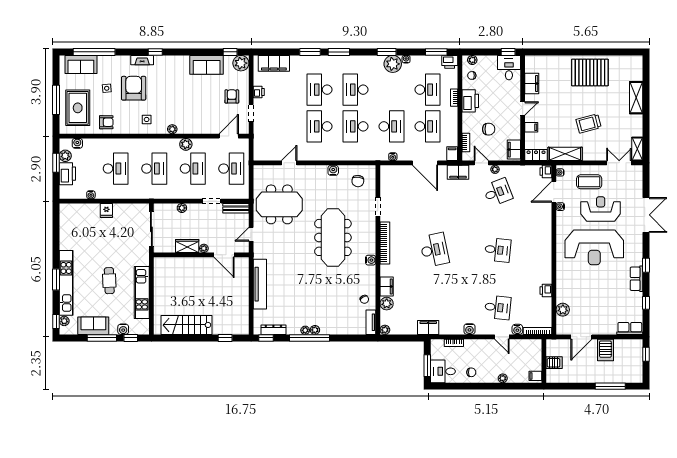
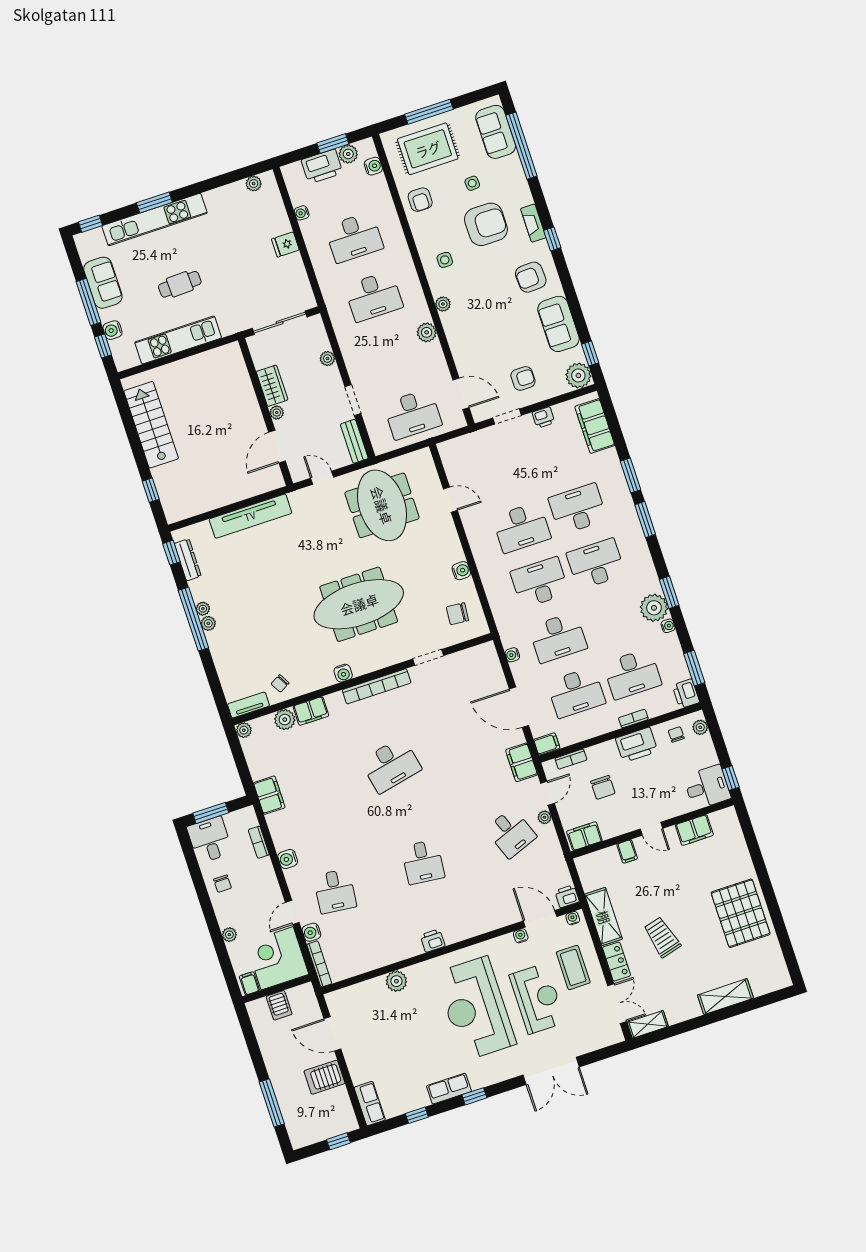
armchair: (174, 72) -> (531, 277), added
desk: (319, 126) -> (522, 527), turned 180
locker: (536, 155) -> (617, 962), moved
door: (425, 163) -> (519, 707), hinge flipped
desk: (193, 169) -> (393, 355), removed
printer: (546, 291) -> (433, 941), moved
plant: (563, 310) -> (396, 981), moved
plant: (64, 321) -> (254, 184), moved
corner desk: (526, 355) -> (277, 958), added

